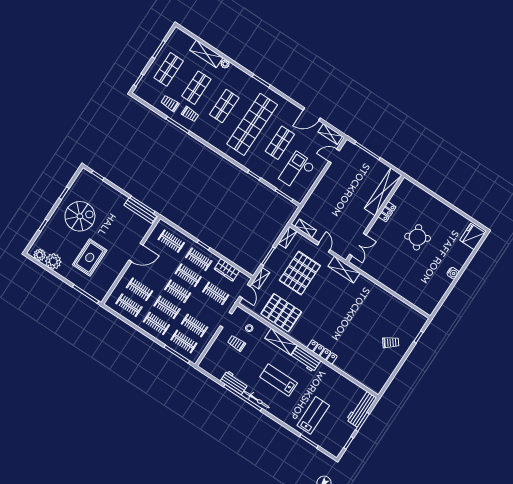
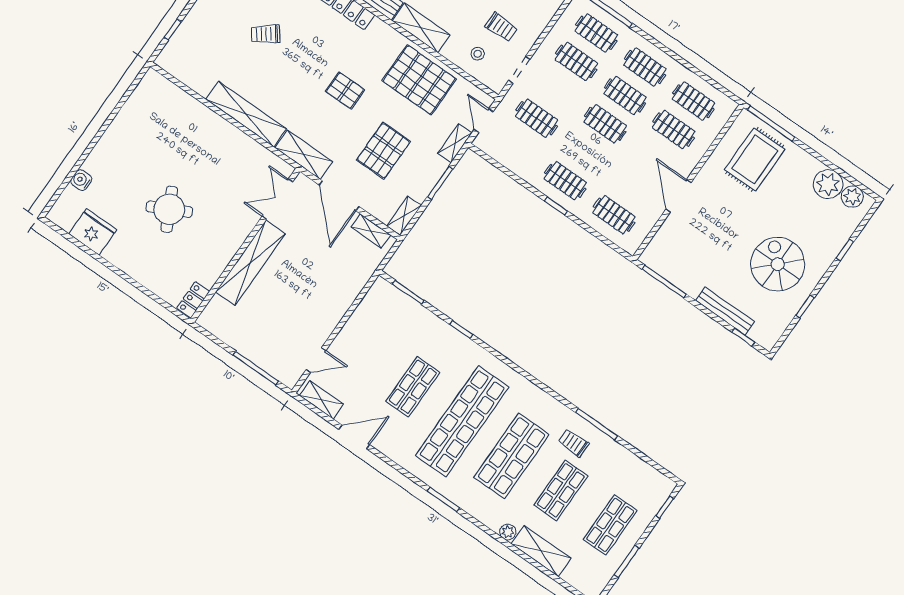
trolley: (170, 103) -> (610, 463), removed
shop shelf: (224, 106) -> (512, 456), width x1.43, depth x1.36
checkout: (297, 171) -> (383, 335), removed
shelving: (383, 192) -> (250, 263), moved
bench: (140, 211) -> (725, 311), moved
locker: (387, 212) -> (193, 300), moved
spiral stairs: (80, 216) -> (778, 264), turned 90
fridge: (473, 237) -> (93, 232), moved, turned -90
door: (324, 247) -> (339, 196), width x1.87
door: (136, 253) -> (678, 196), hinge flipped
rug: (90, 257) -> (755, 159), moved
wardrobe: (227, 270) -> (515, 160), removed
pallet: (300, 273) -> (383, 151), width x0.73, depth x0.71
water cooler: (453, 273) -> (81, 180), moved
clothes rail: (188, 275) -> (585, 152), removed
shelving: (376, 291) -> (246, 114), added
pallet: (322, 306) -> (345, 91), added
trolley: (391, 342) -> (266, 34), moved

